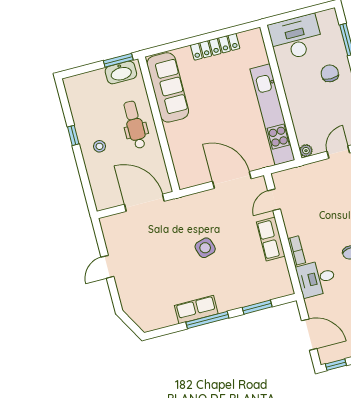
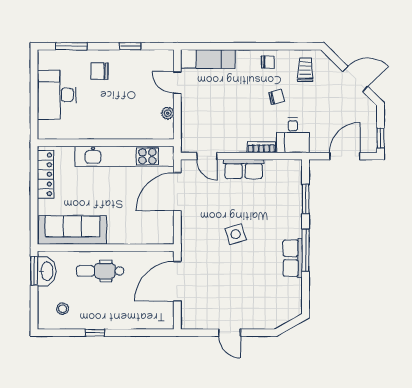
wall: (281, 93) -> (106, 143), moved
kitchen unit: (272, 114) -> (125, 156), moved
stool: (99, 146) -> (63, 309), moved

